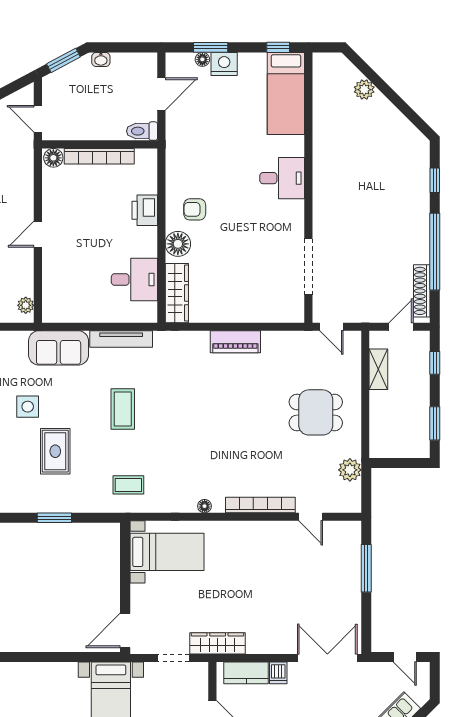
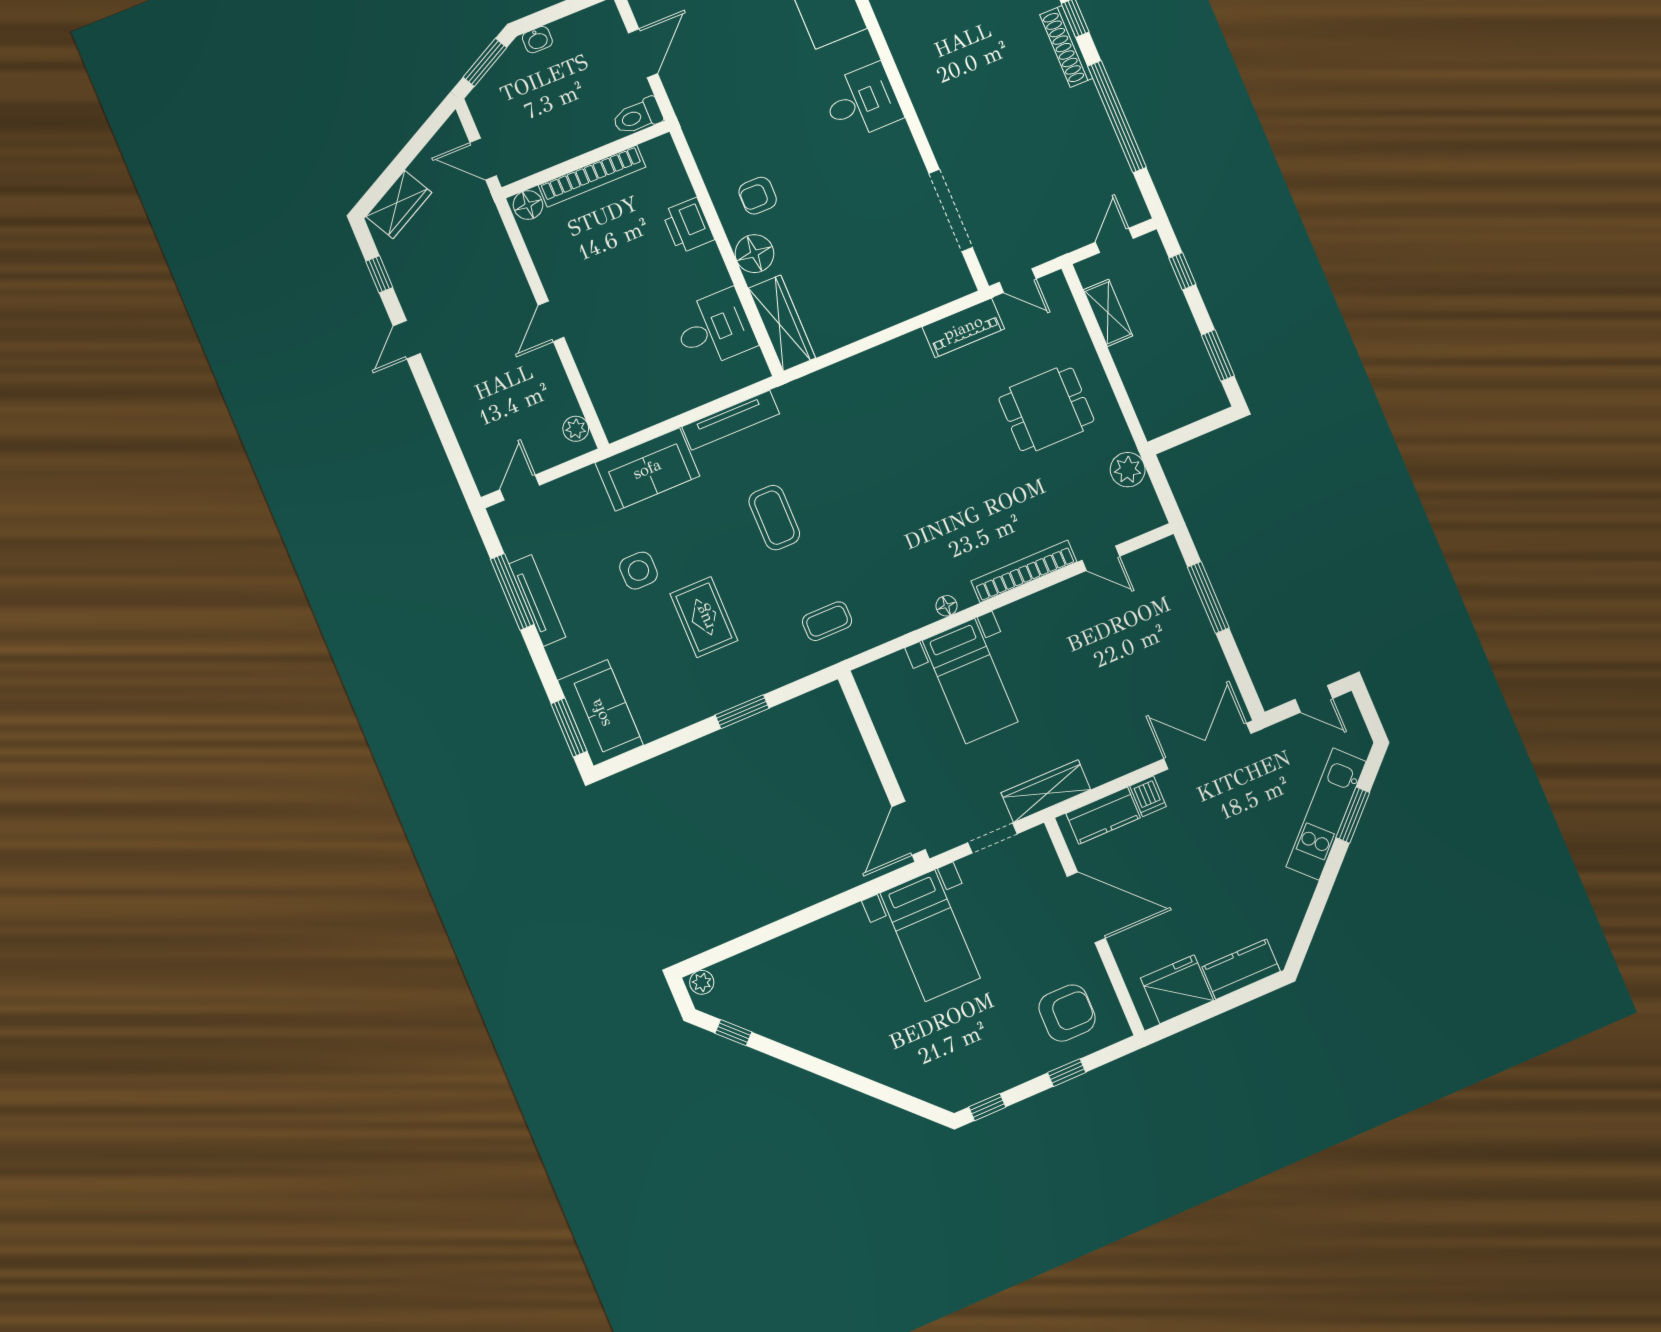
shoe rack: (422, 291) -> (1066, 46), moved
piano: (235, 342) -> (963, 328), moved
bed with nightstands: (167, 552) -> (970, 681), moved, turned 90

